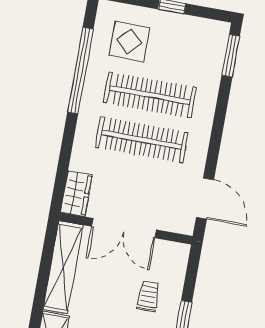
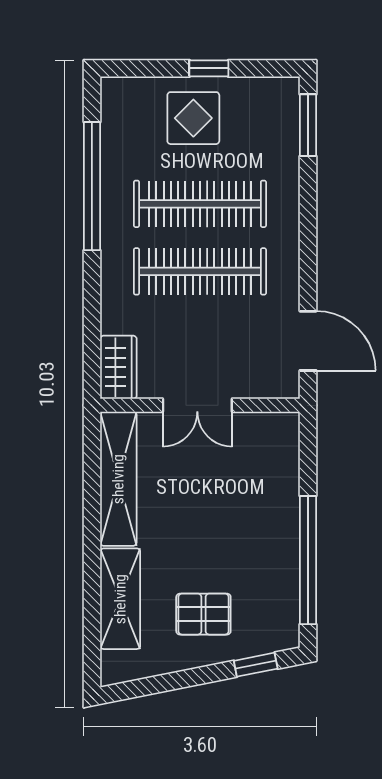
display table: (129, 42) -> (193, 118), moved
double door: (124, 228) -> (197, 405), width x0.73
trolley: (148, 296) -> (251, 499), removed

